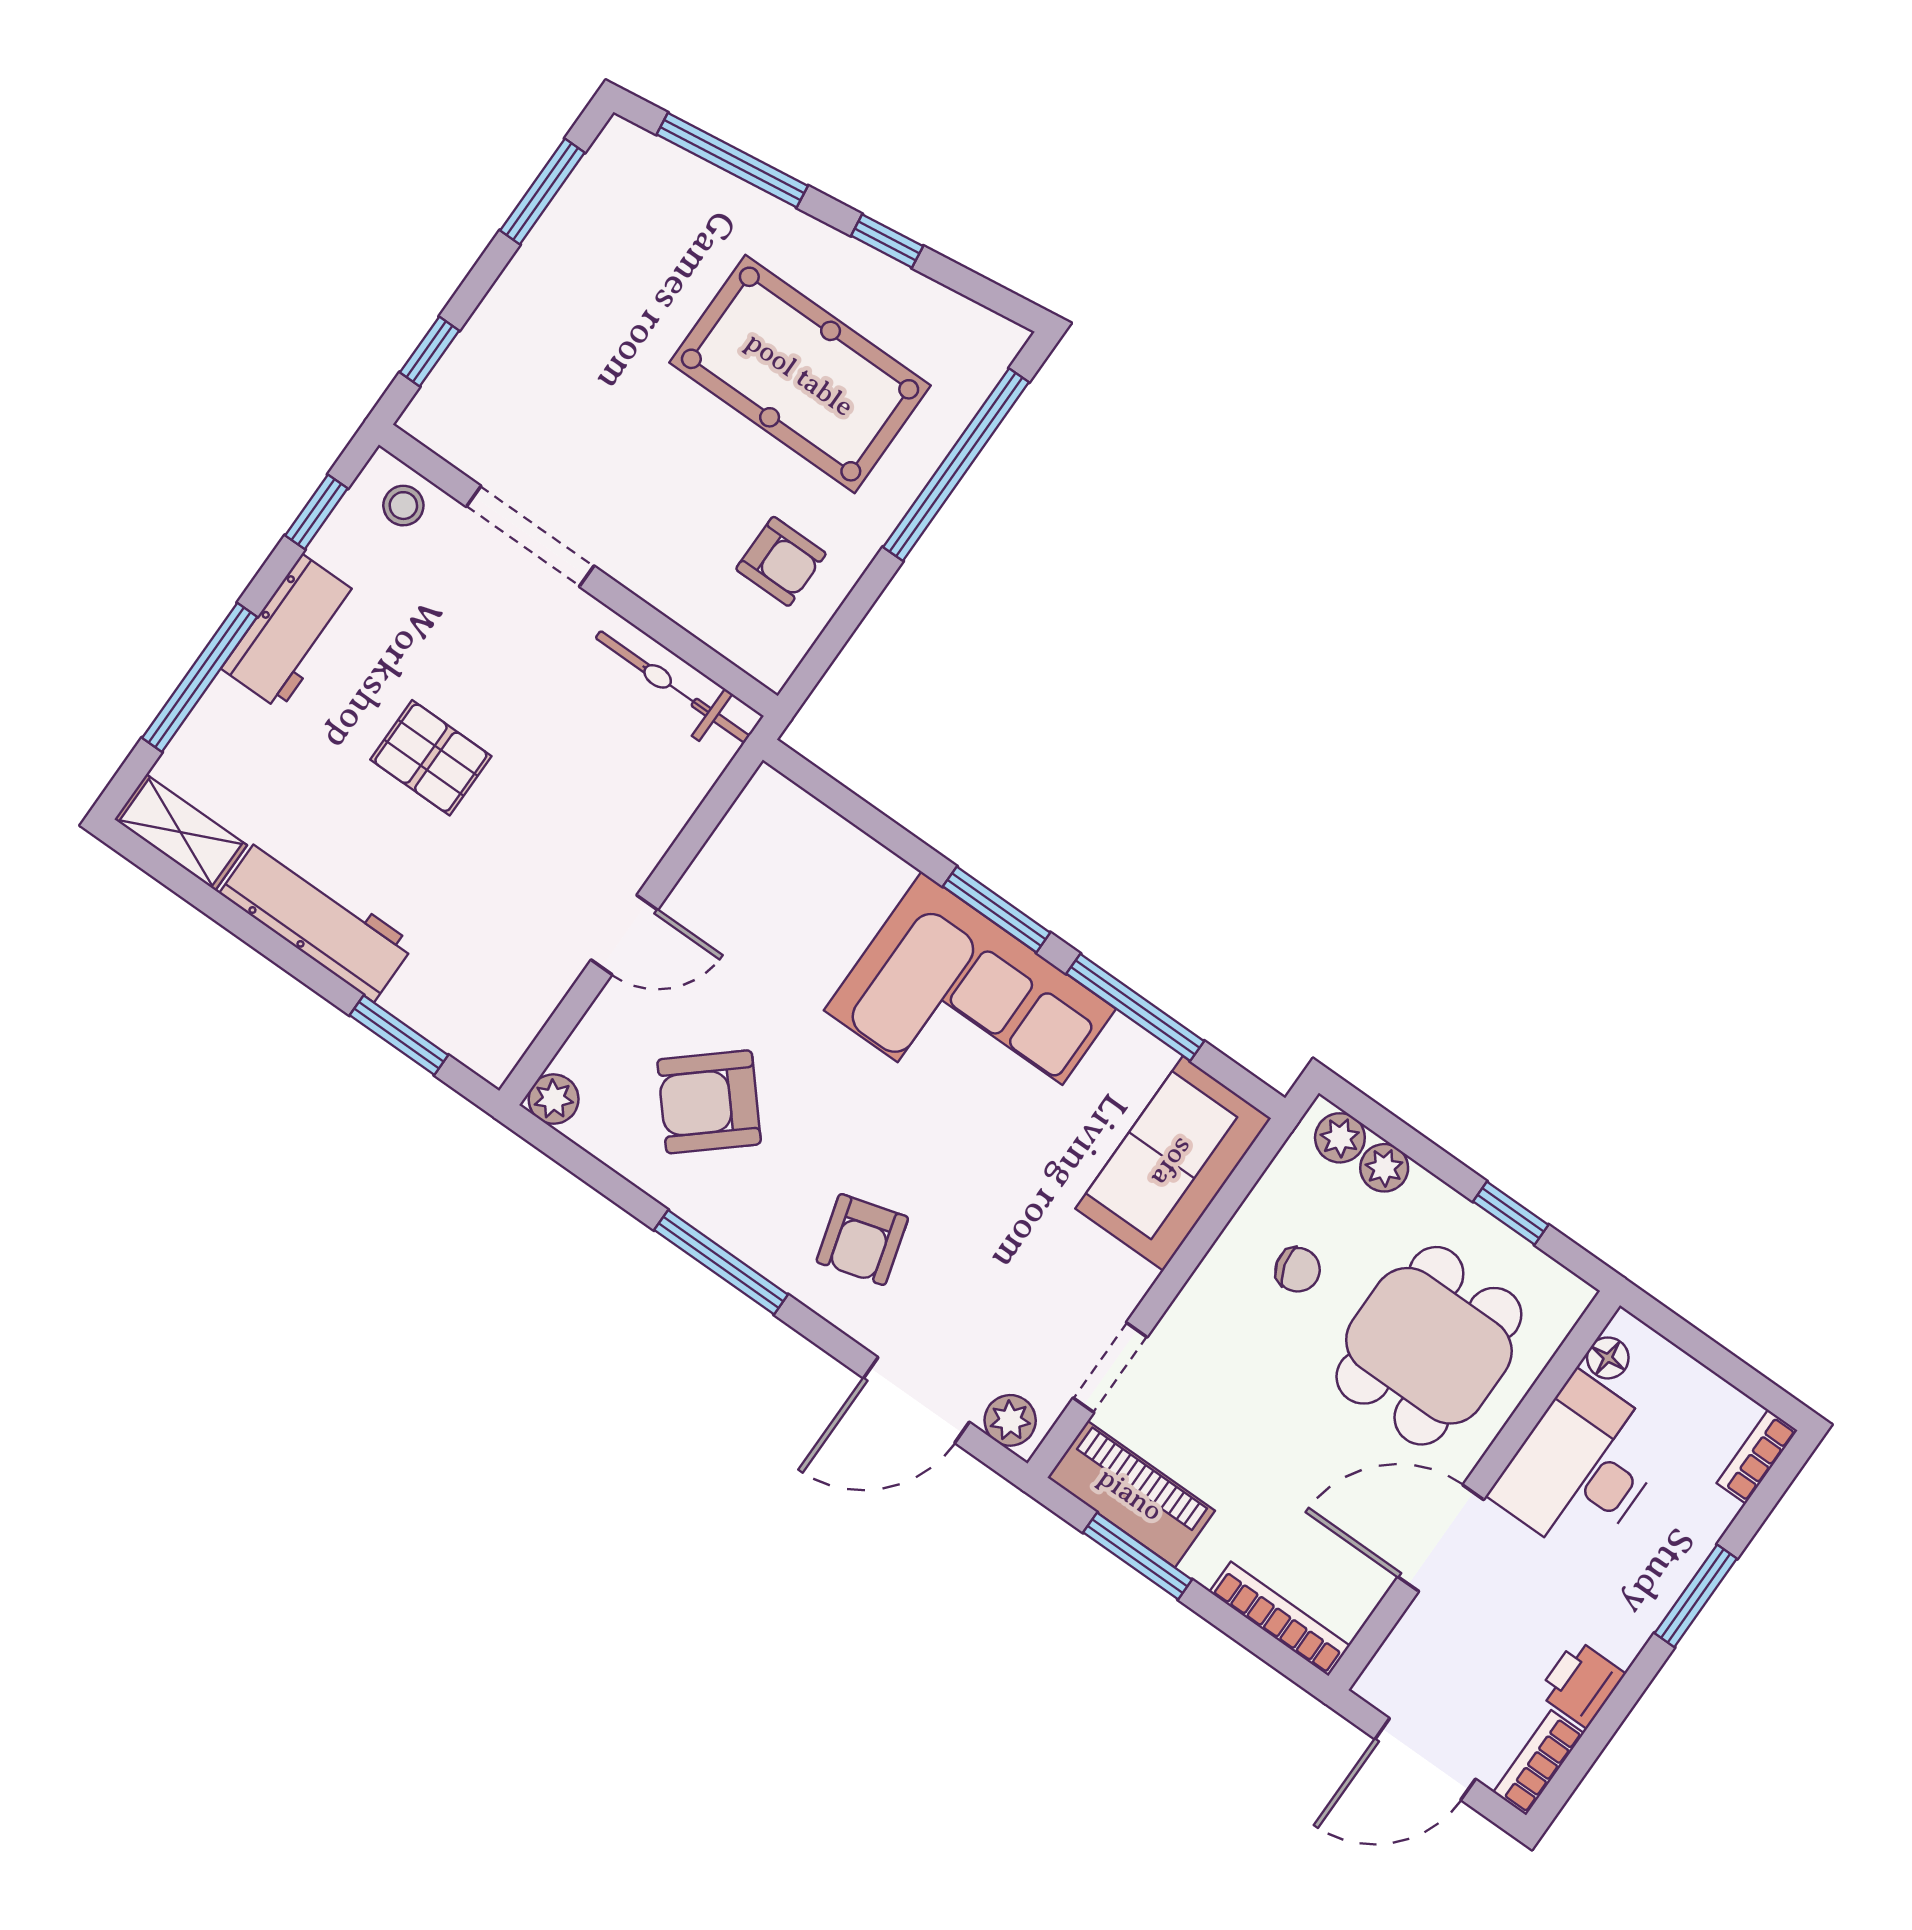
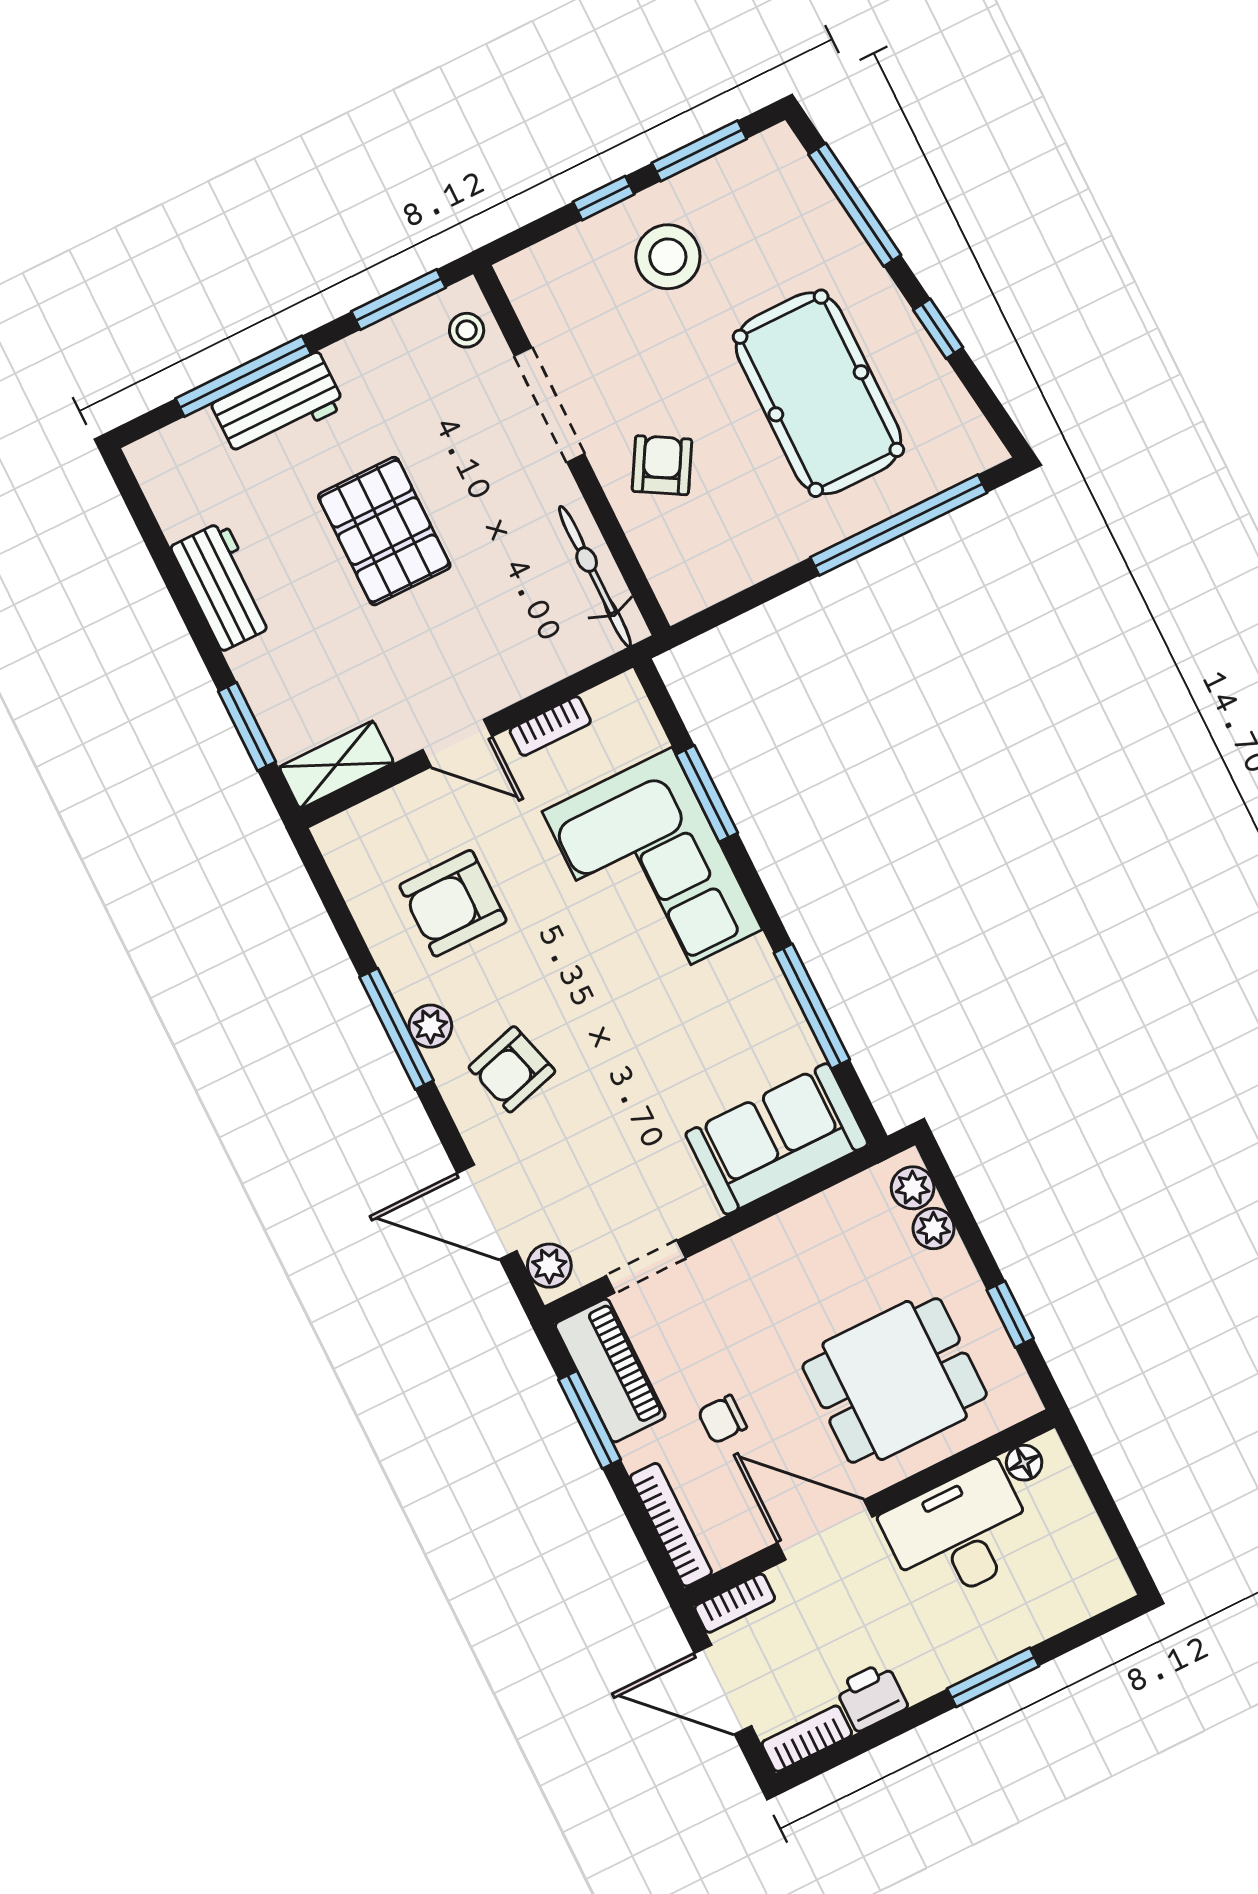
stool: (569, 318) -> (668, 257), added
window: (429, 352) -> (604, 198), moved
window: (316, 512) -> (399, 299), width x1.50
armchair: (781, 561) -> (662, 465), moved, turned -150
workbench: (291, 632) -> (278, 405), moved
pallet: (431, 758) -> (384, 531), width x1.50, depth x1.42
shelving: (181, 832) -> (336, 765), moved, turned 90
bookcase: (710, 866) -> (550, 726), added
window: (997, 910) -> (707, 794), moved
workbench: (317, 919) -> (223, 586), width x0.73
corner sofa: (970, 1010) -> (652, 870), moved
plant: (554, 1099) -> (430, 1026), moved
armchair: (709, 1102) -> (453, 903), turned -49
chair: (1298, 1270) -> (722, 1419), moved, turned 105
bookcase: (1757, 1457) -> (735, 1603), moved, turned 180

